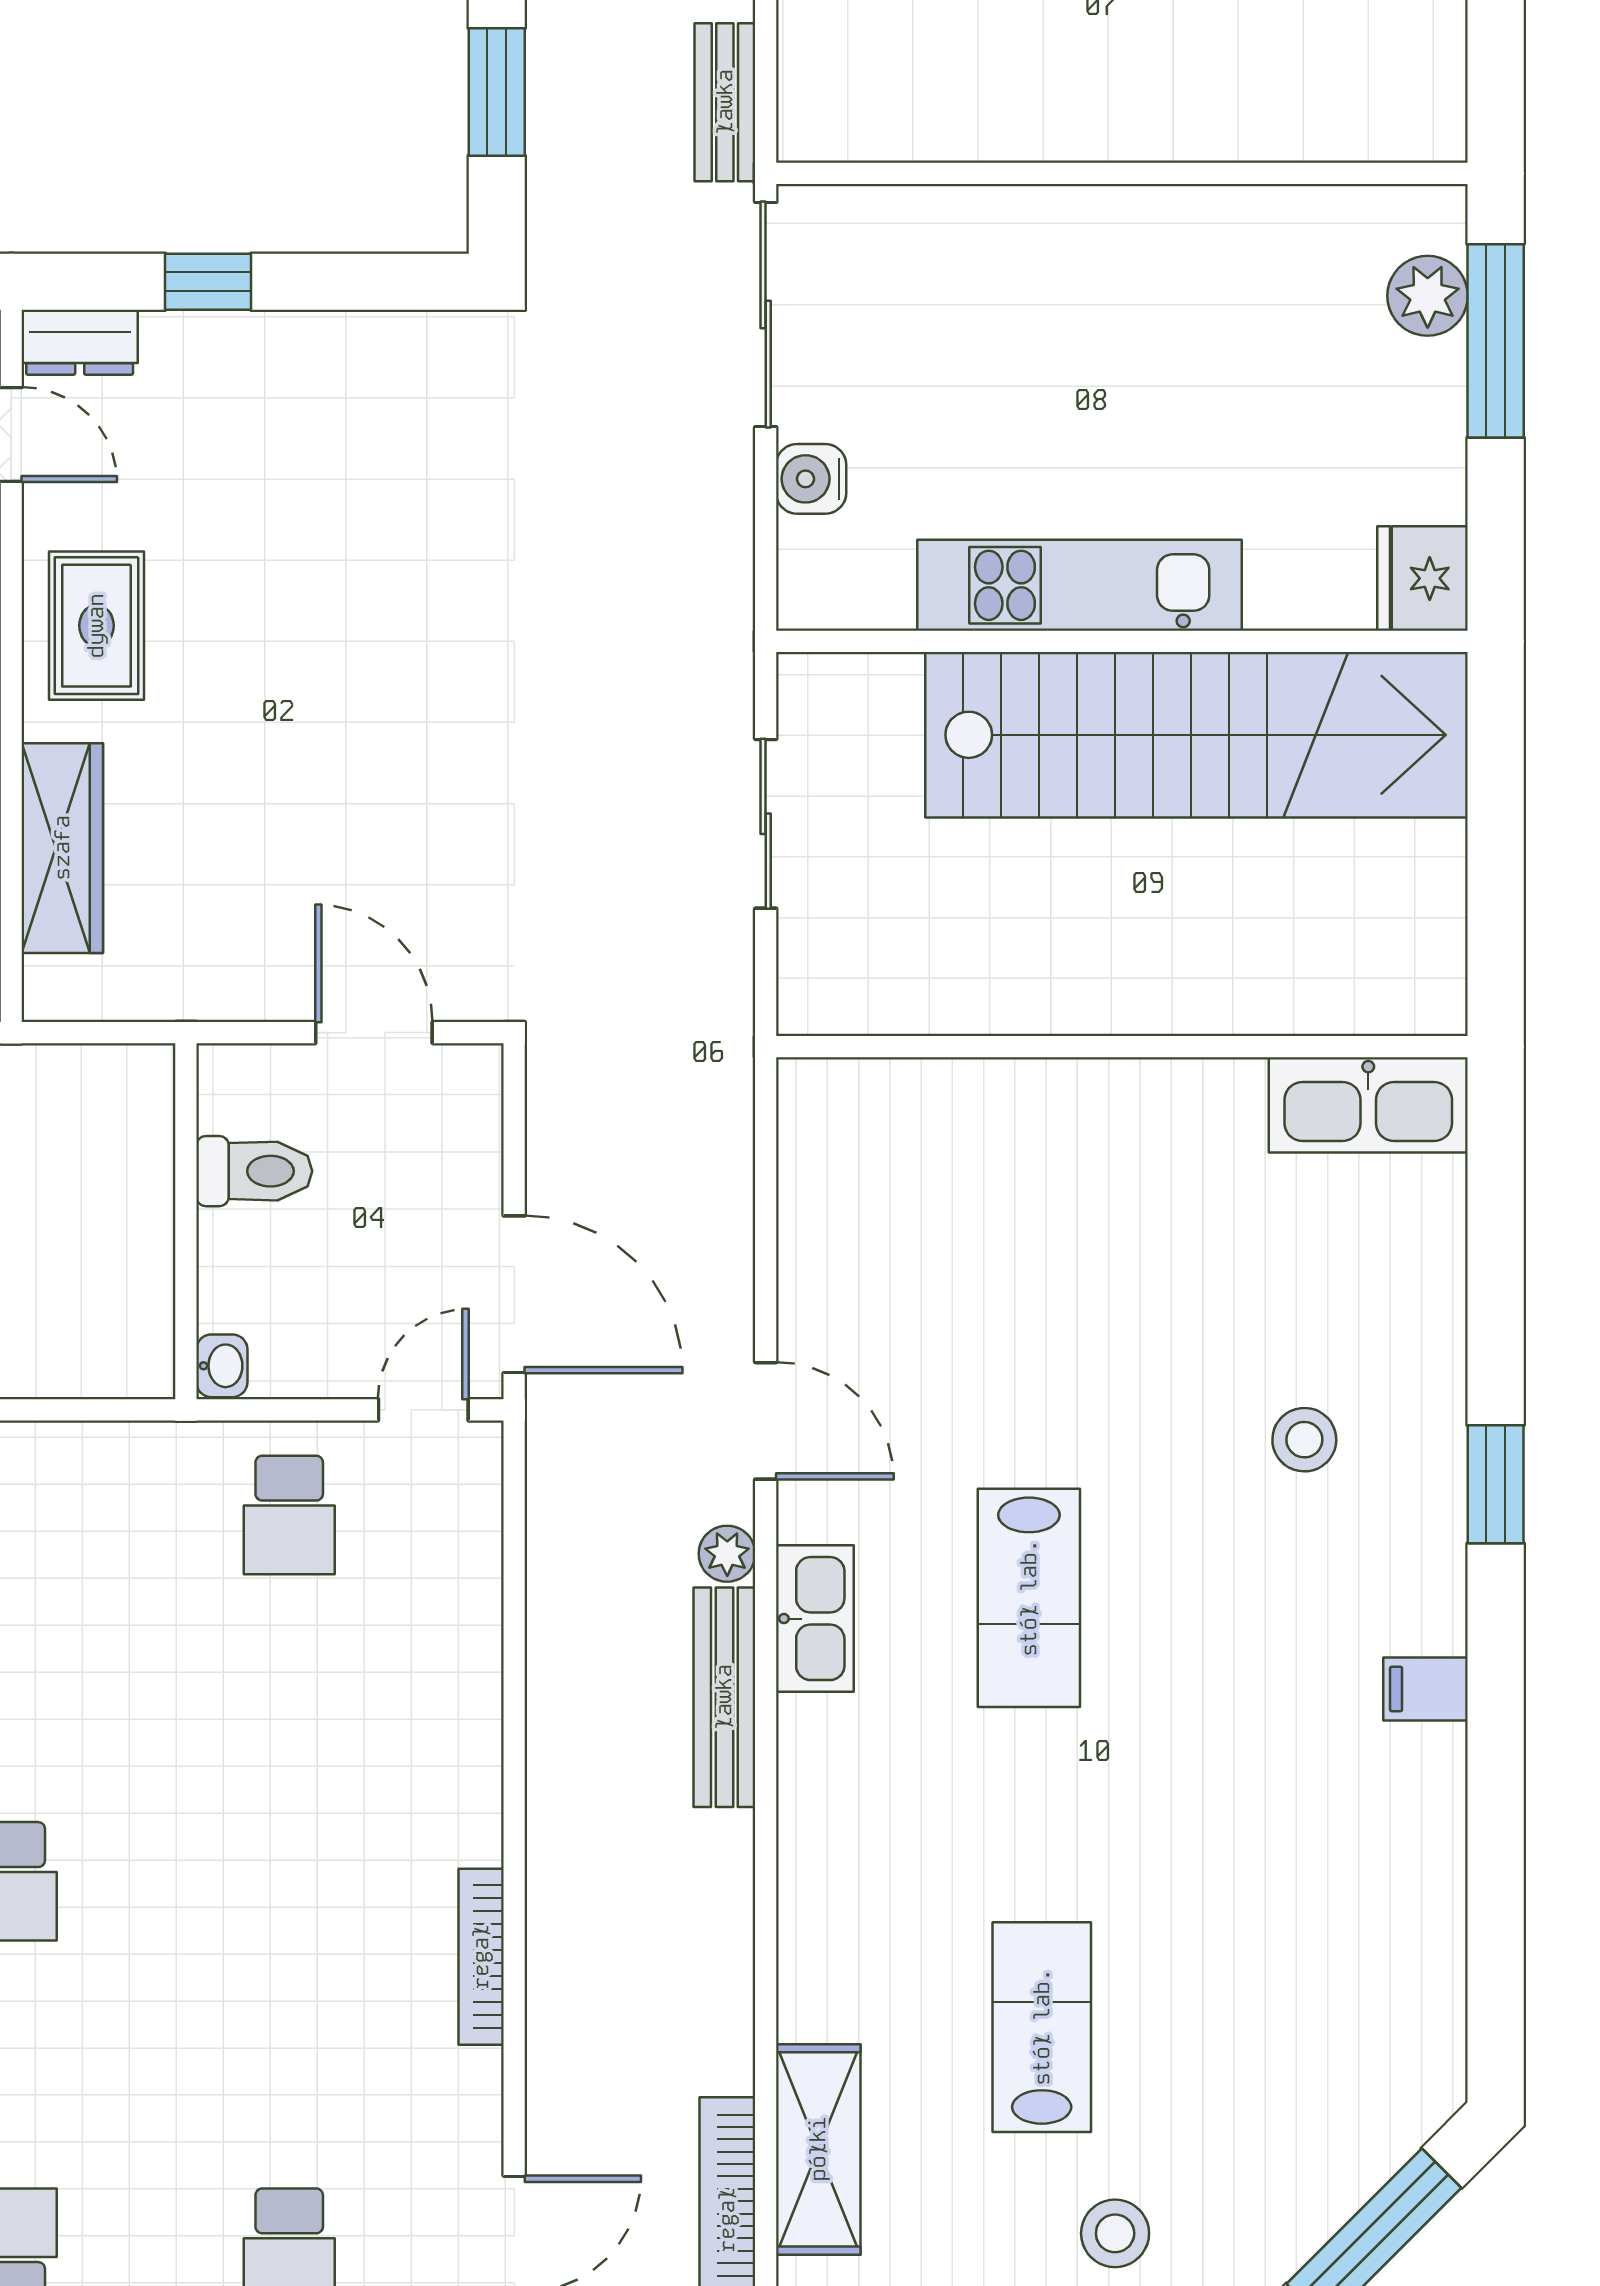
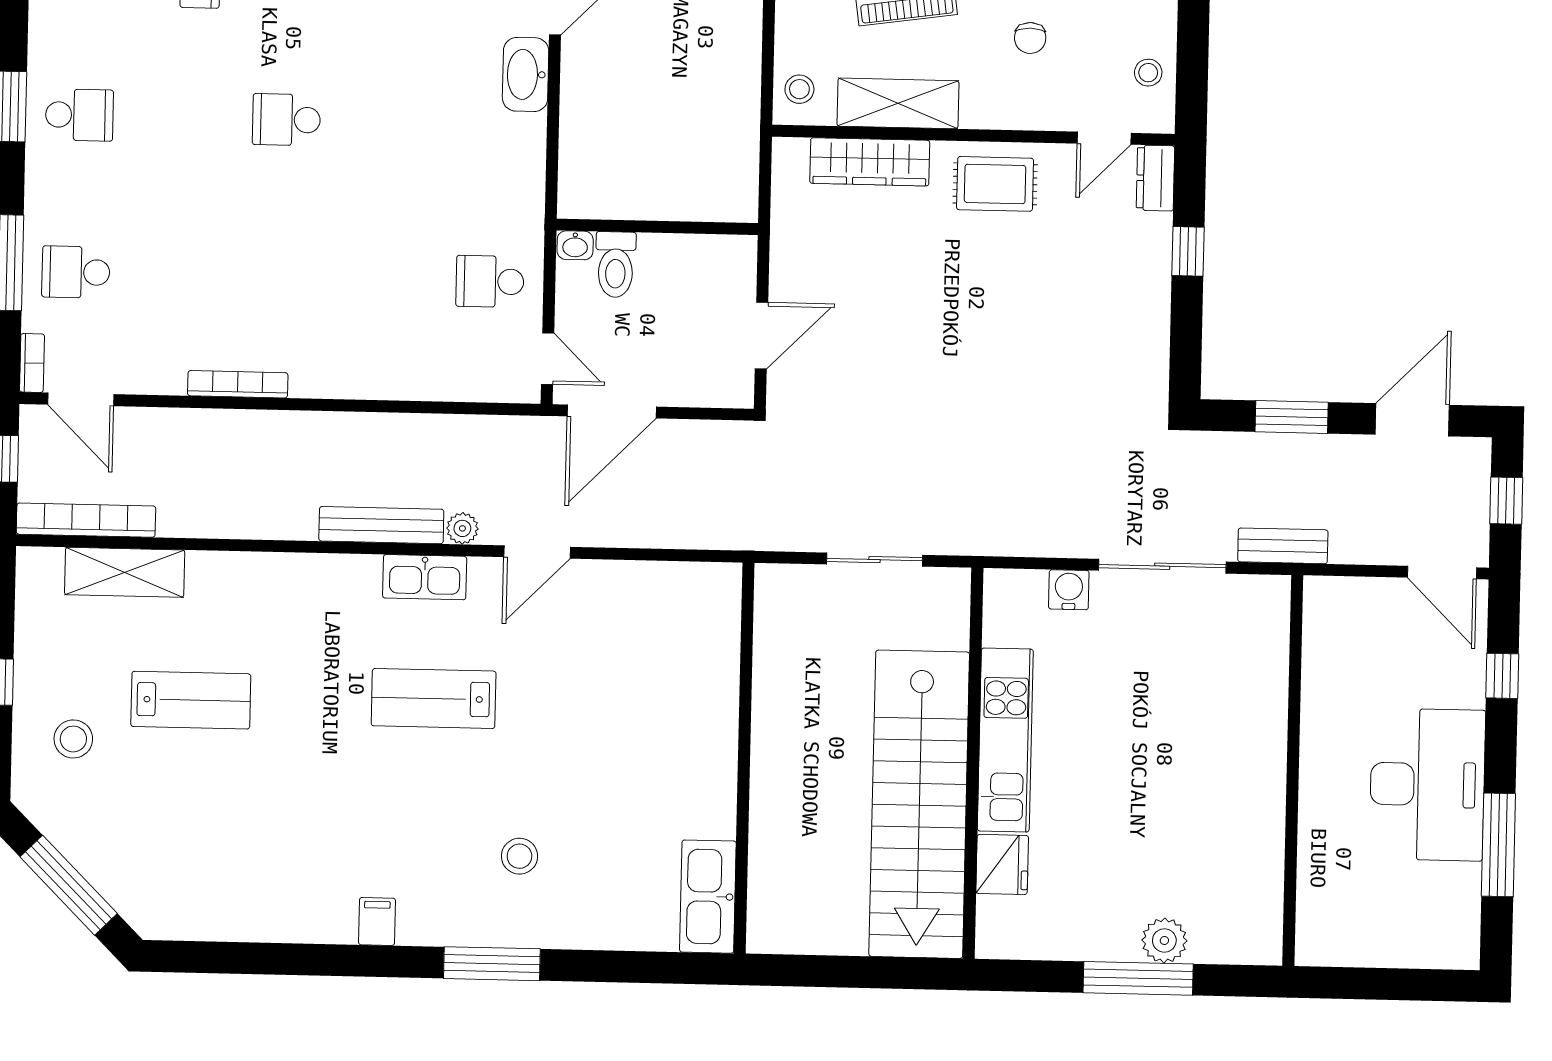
wall: (1122, 173) -> (1293, 771), moved
fridge: (1422, 578) -> (1002, 864), moved, turned 90
toilet: (254, 1171) -> (616, 265), moved
window: (1496, 1484) -> (492, 964), width x1.44

